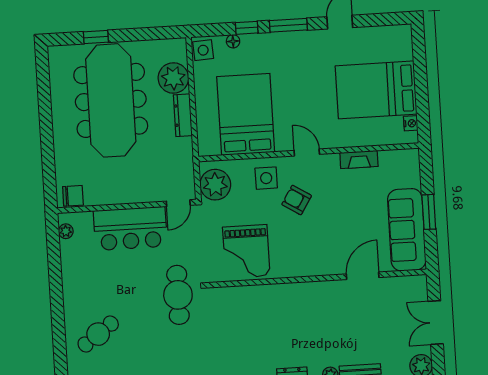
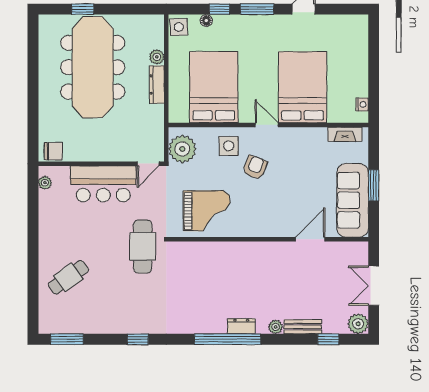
plant: (173, 78) -> (157, 57), width x0.53, depth x0.53
bed: (376, 90) -> (303, 87), moved, turned 90
fireplace: (359, 160) -> (345, 134), moved
armchair: (297, 200) -> (255, 167), turned 79
grand piano: (246, 251) -> (207, 211), turned -90

